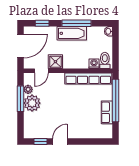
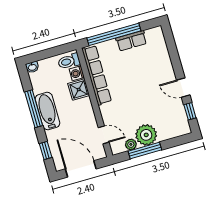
shower: (55, 62) -> (79, 90), moved

